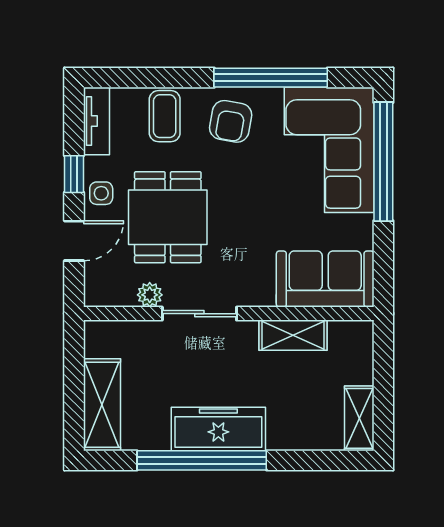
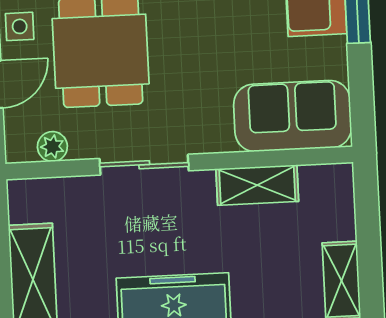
plant: (150, 295) -> (52, 147), moved

